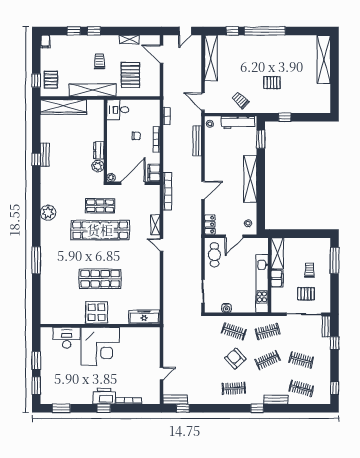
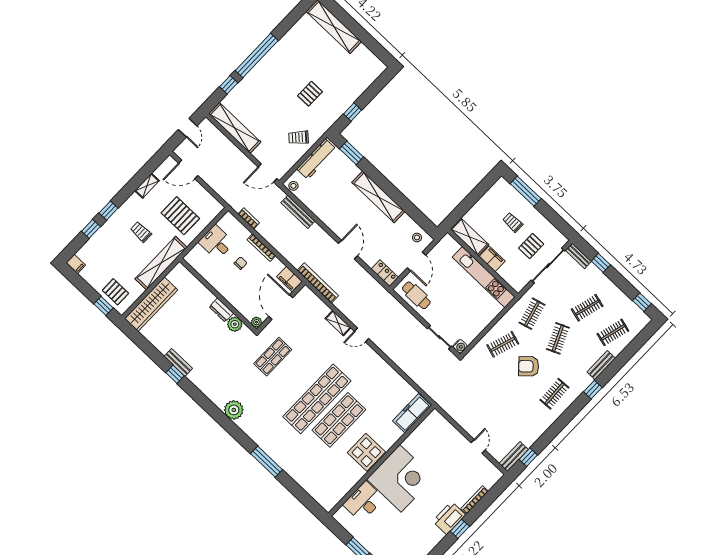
desk: (118, 110) -> (216, 242), moved, turned 90
shop shelf: (100, 230) -> (317, 399), moved
water cooler: (226, 308) -> (460, 346), moved

